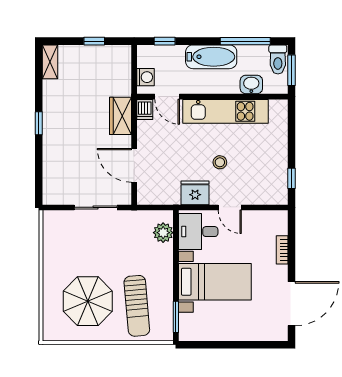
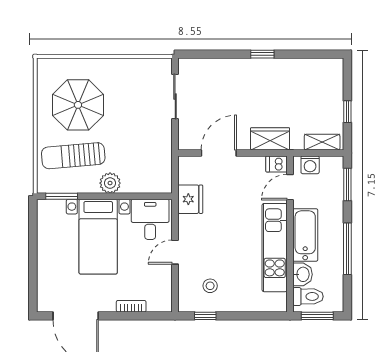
window: (165, 41) -> (347, 184), width x1.50
window: (245, 41) -> (347, 249), moved
bathtub: (211, 57) -> (305, 235), moved, turned 180
toilet: (278, 59) -> (308, 296), moved, turned 180
shelving: (50, 62) -> (322, 142), moved
stool: (220, 162) -> (210, 286), moved
fridge: (195, 193) -> (190, 199), moved
sliding door: (96, 207) -> (175, 96), moved
plant: (163, 233) -> (110, 183), moved

